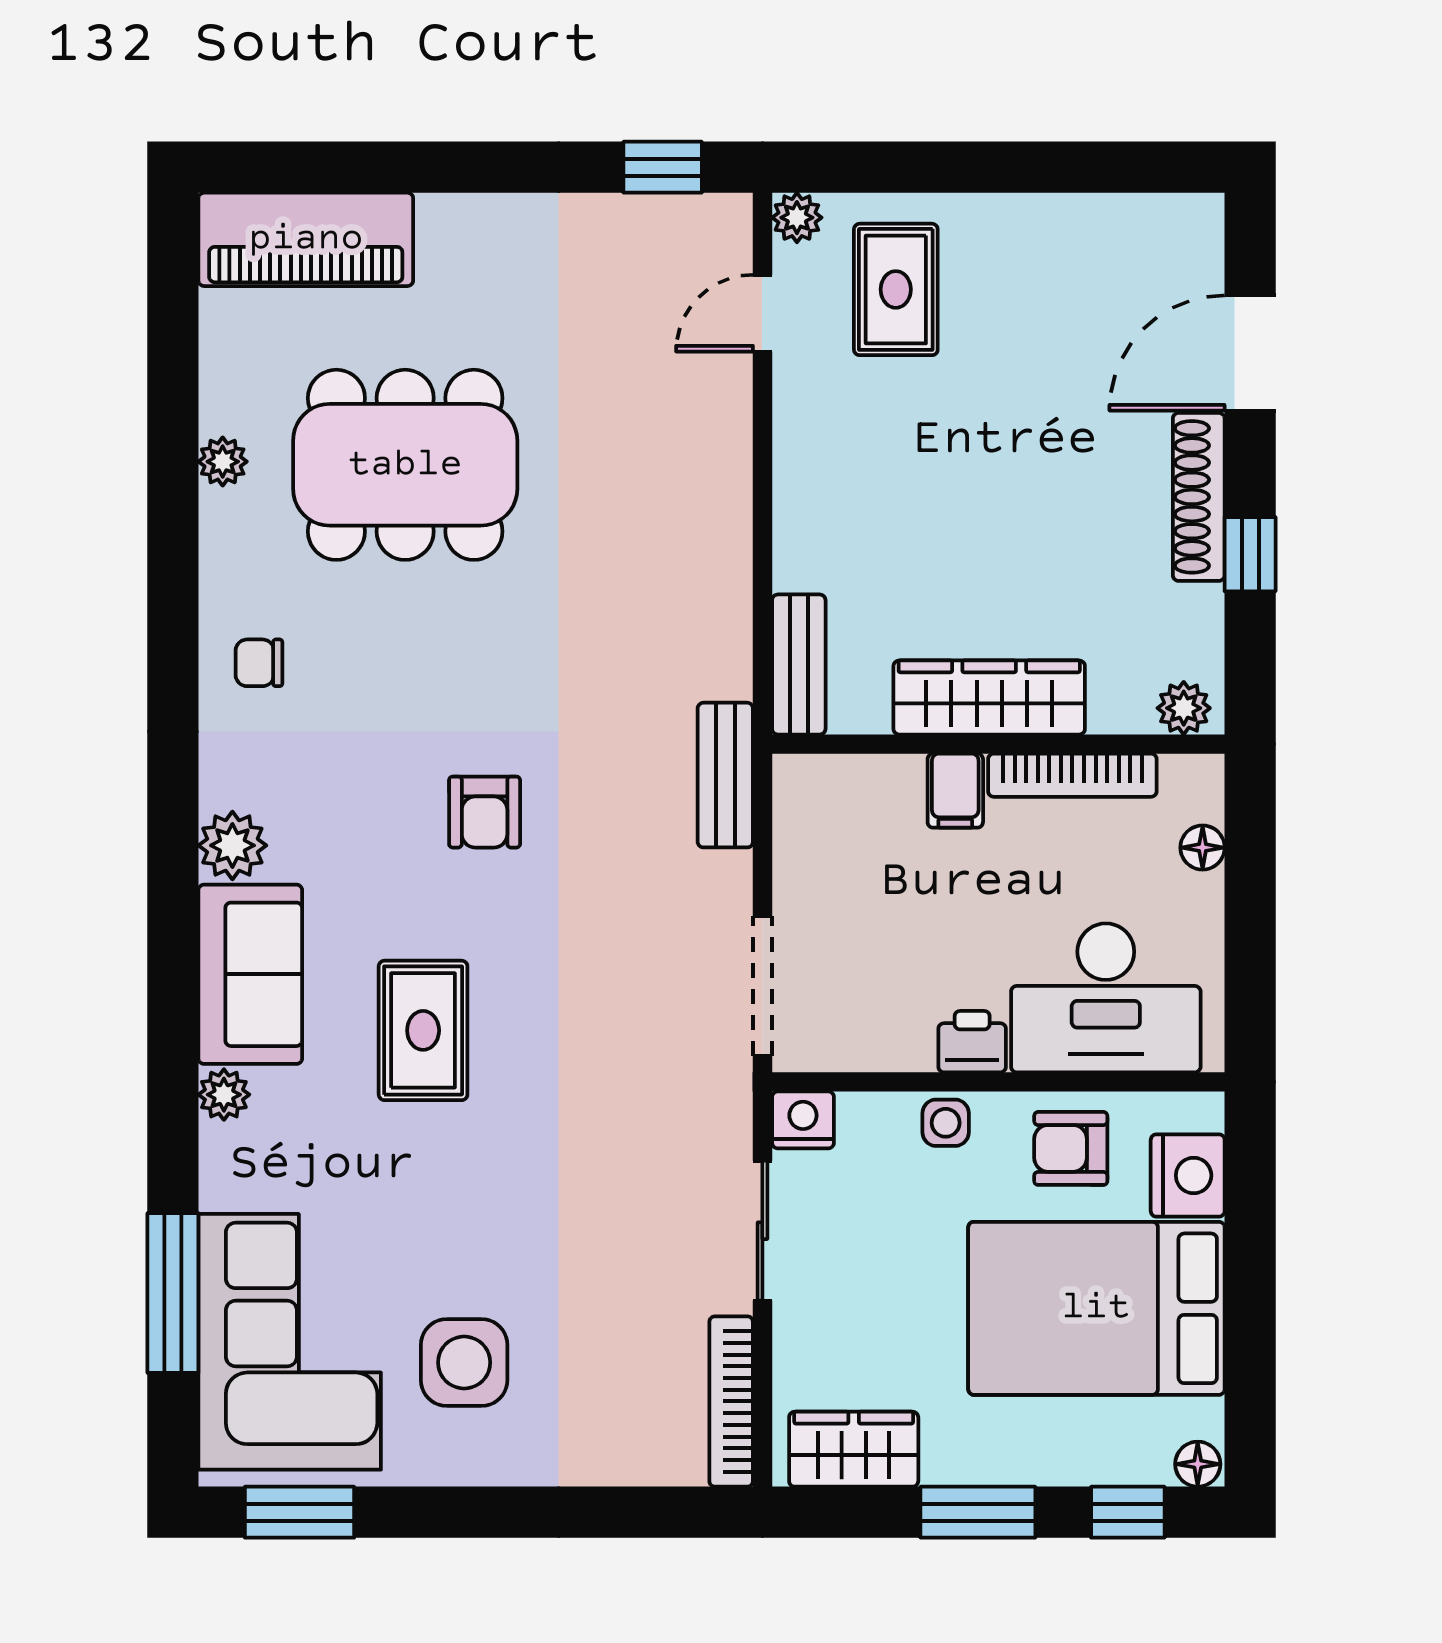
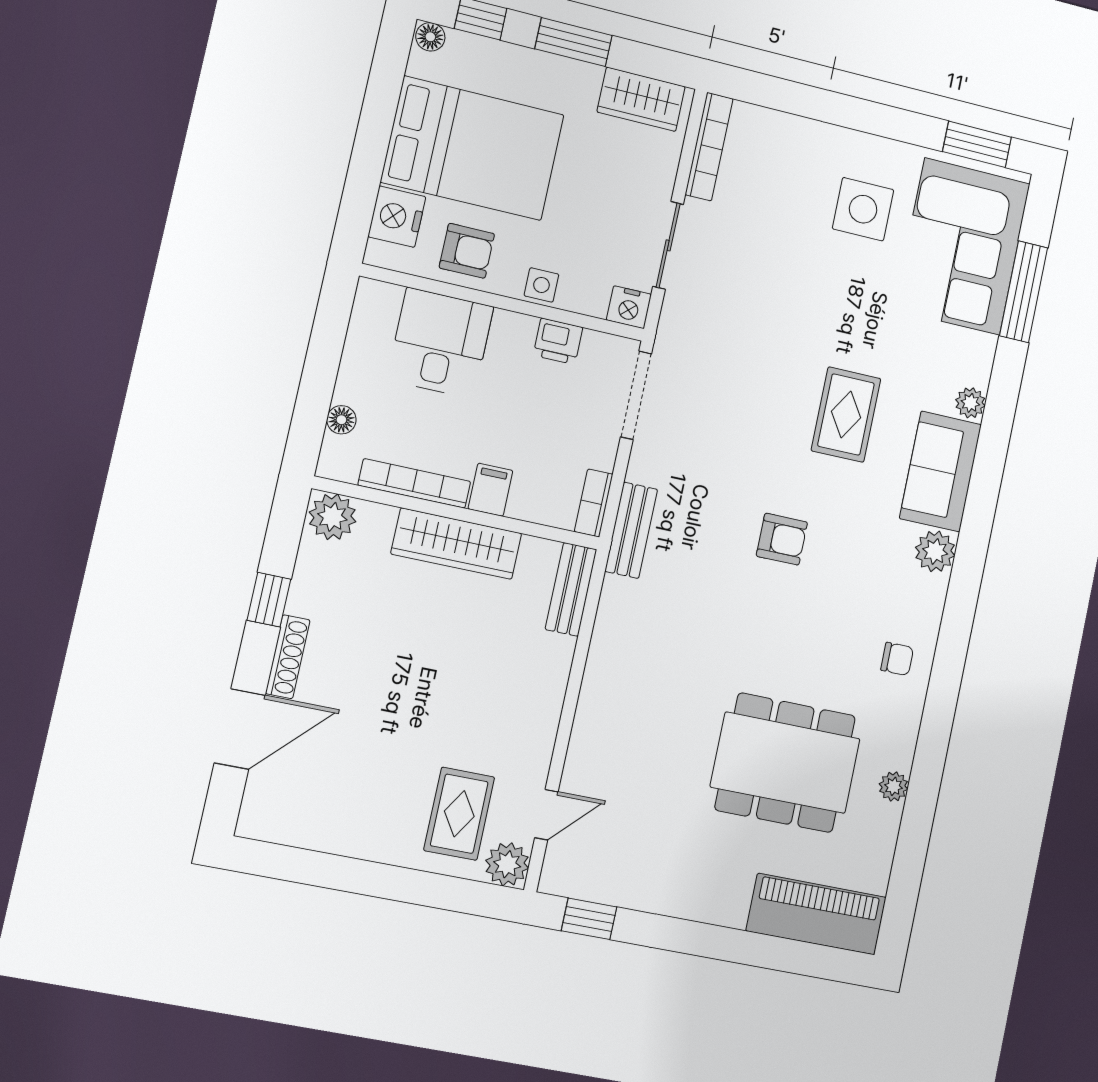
plant: (797, 218) -> (507, 864), width x1.38, depth x1.38
shoe rack: (1199, 497) -> (288, 657), width x0.74, depth x0.81
plant: (1184, 708) -> (332, 517), width x1.38, depth x1.38
bookcase: (792, 805) -> (594, 503), added
armchair: (485, 812) -> (782, 539), turned 90
desk: (1106, 998) -> (440, 343), width x0.73
printer: (972, 1042) -> (558, 341), moved

